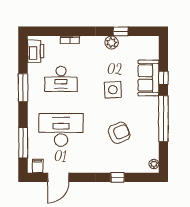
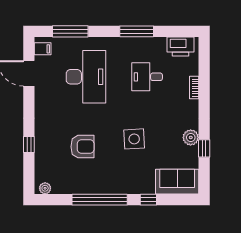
sofa: (148, 78) -> (177, 182), moved
desk: (61, 79) -> (147, 77), width x0.73
armchair: (119, 133) -> (82, 147), turned -67

